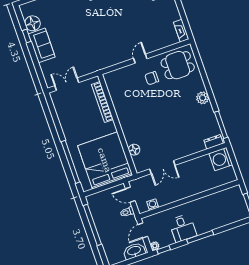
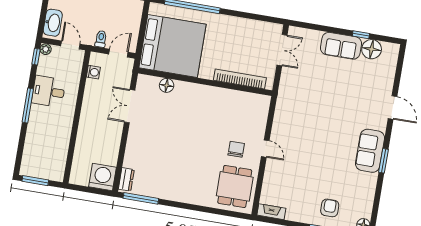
plant: (203, 98) -> (183, 194), removed

